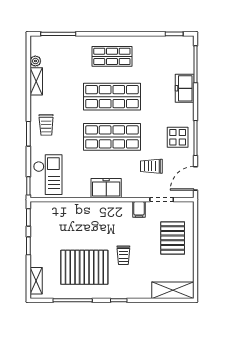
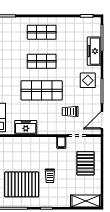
freezer: (185, 88) -> (94, 51), width x1.40
shop shelf: (112, 97) -> (42, 61), width x0.70, depth x0.74
display table: (178, 137) -> (88, 80), moved
freezer: (106, 188) -> (26, 127), moved

